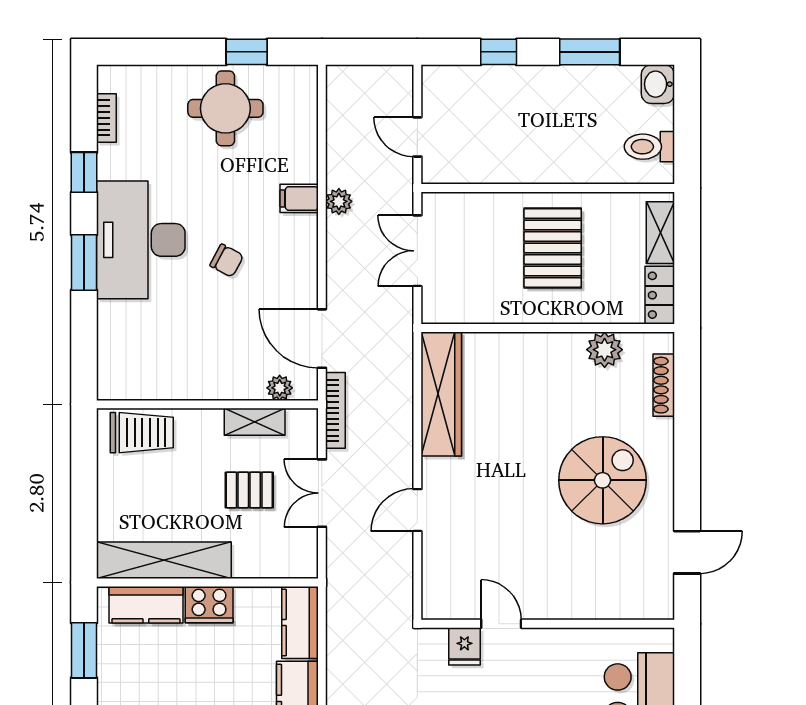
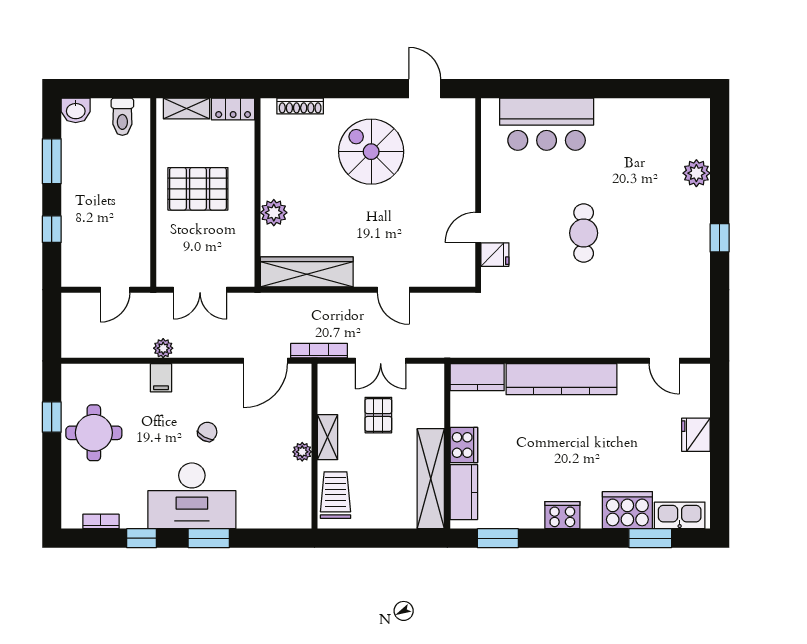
plant: (605, 350) -> (274, 213), moved
plant: (280, 388) -> (302, 452), moved
shelving: (255, 422) -> (327, 437), moved

